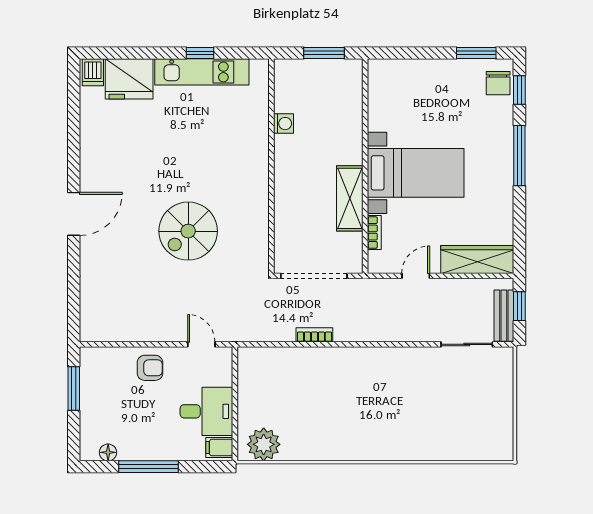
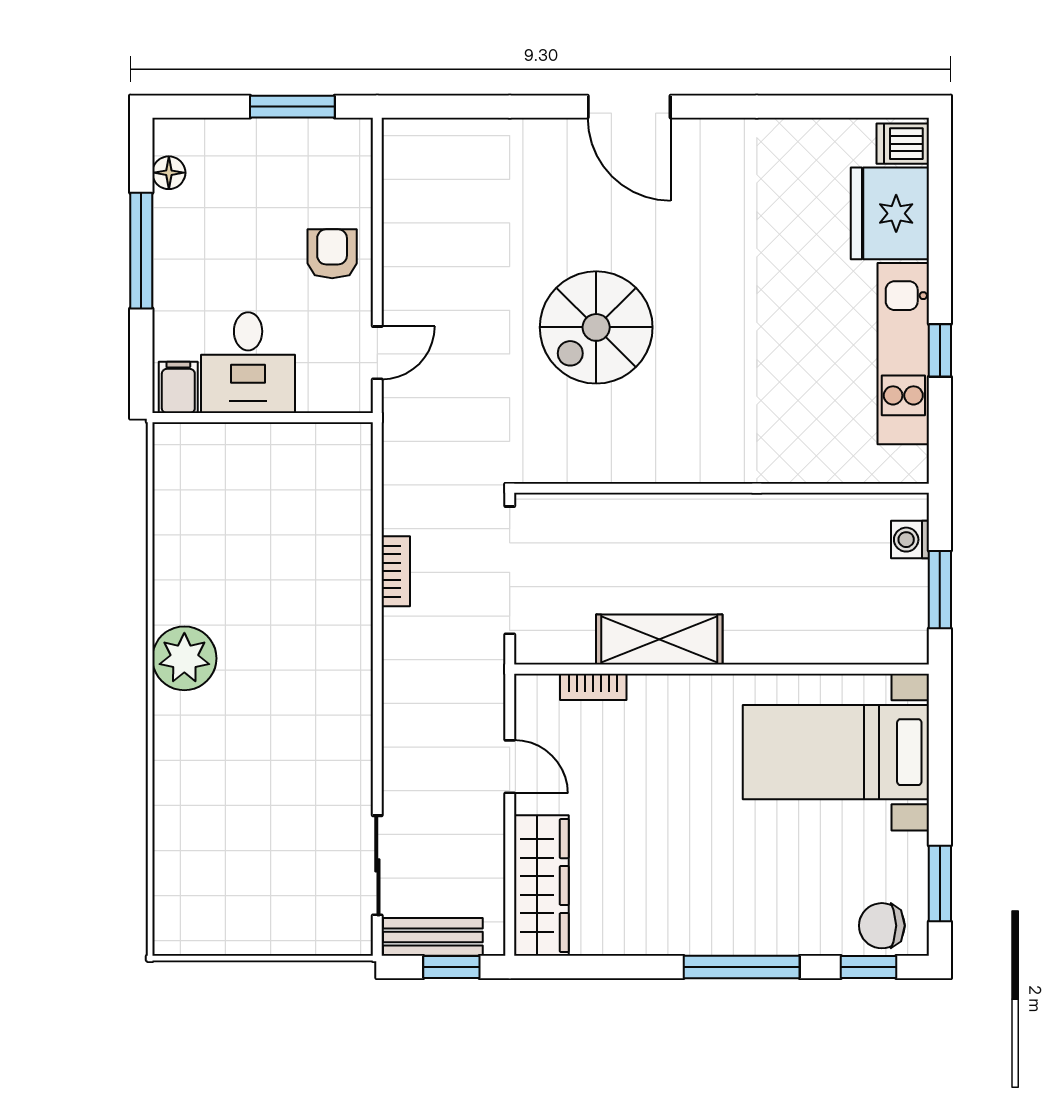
washing machine: (284, 124) -> (910, 540), moved, turned 90
bed with nightstands: (416, 173) -> (836, 752), moved, turned 90
spiral stairs: (188, 231) -> (596, 327), turned -90
armchair: (150, 368) -> (332, 254), turned 180
plant: (264, 444) -> (184, 658), moved

